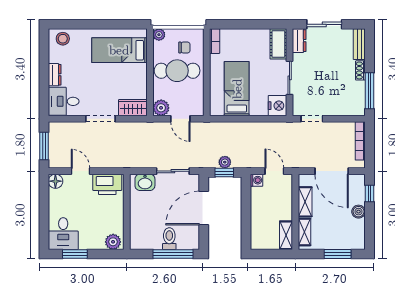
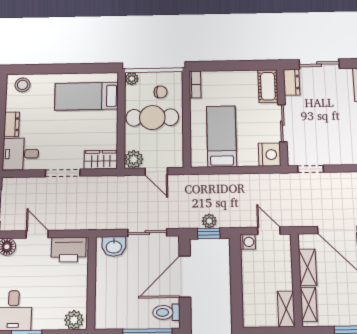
toilet: (169, 239) -> (166, 312), moved, turned -90

